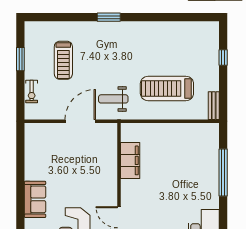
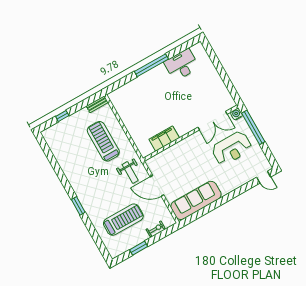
treadmill: (63, 60) -> (123, 220), width x1.37, depth x1.38
treadmill: (167, 88) -> (103, 141), turned 180
window: (223, 172) -> (151, 65), moved
sofa: (35, 199) -> (196, 200), moved, width x1.85, depth x1.27

